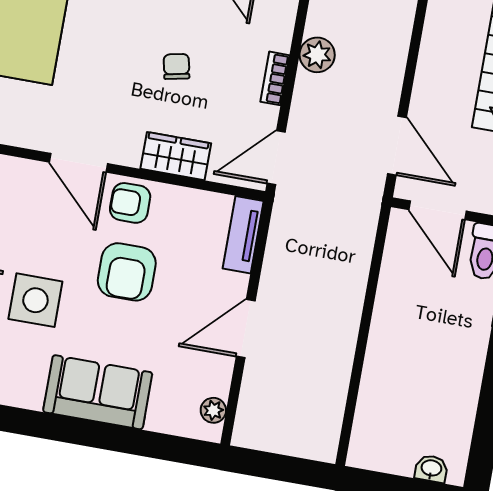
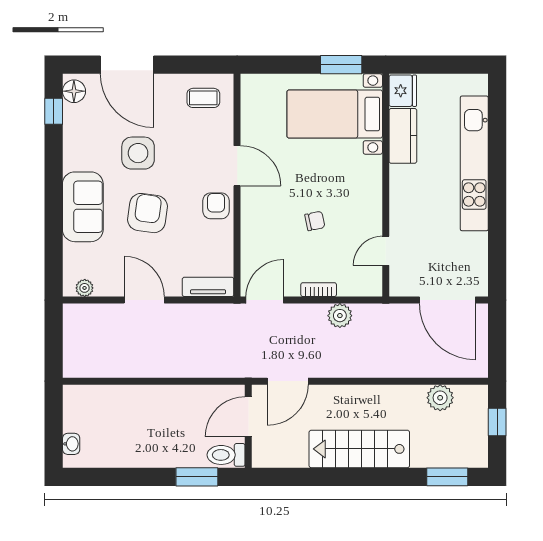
wardrobe: (176, 156) -> (254, 231), removed
door: (276, 158) -> (265, 300), hinge flipped
door: (78, 163) -> (237, 166), swing flipped
armchair: (127, 272) -> (147, 213), moved, turned 98

